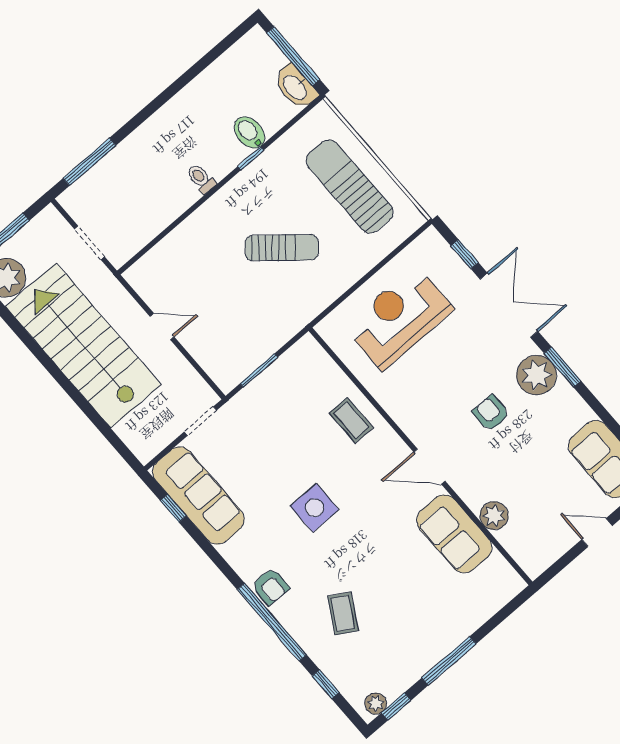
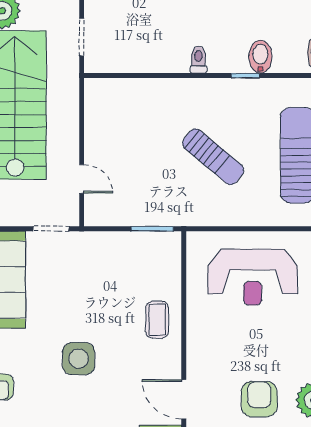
reception desk: (399, 318) -> (253, 277), turned 180
door: (162, 327) -> (82, 179), moved
window: (259, 370) -> (152, 229), moved
armchair: (491, 413) -> (259, 399), width x1.38, depth x1.38

